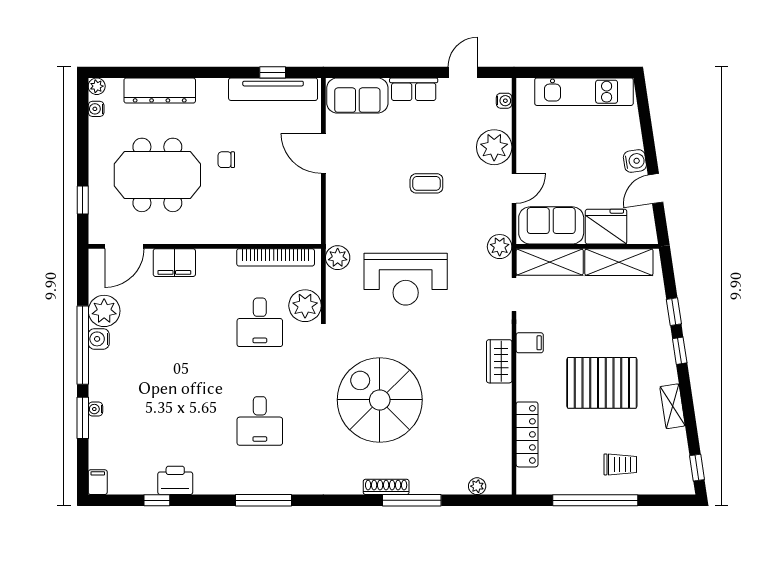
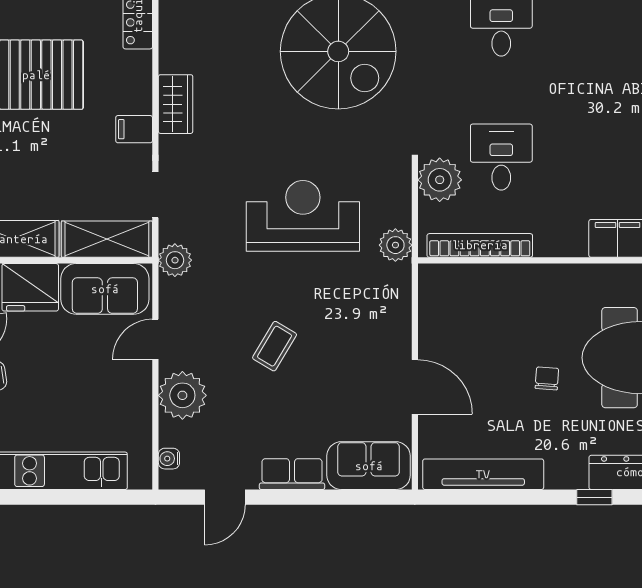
window: (273, 72) -> (594, 497), moved
chair: (226, 160) -> (547, 378), turned -86
coffee table: (426, 183) -> (275, 346), turned -59

